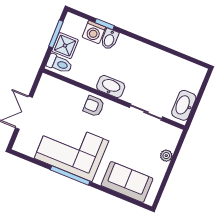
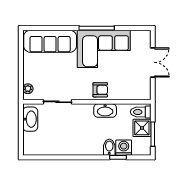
washbasin: (111, 86) -> (105, 111), moved
plant: (166, 156) -> (28, 89), moved
sofa: (127, 182) -> (50, 41), width x1.36

